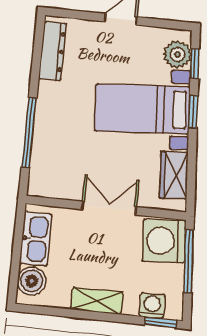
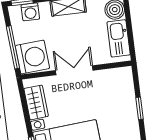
window: (29, 133) -> (140, 108), width x0.46
double door: (109, 208) -> (74, 70), swing flipped

